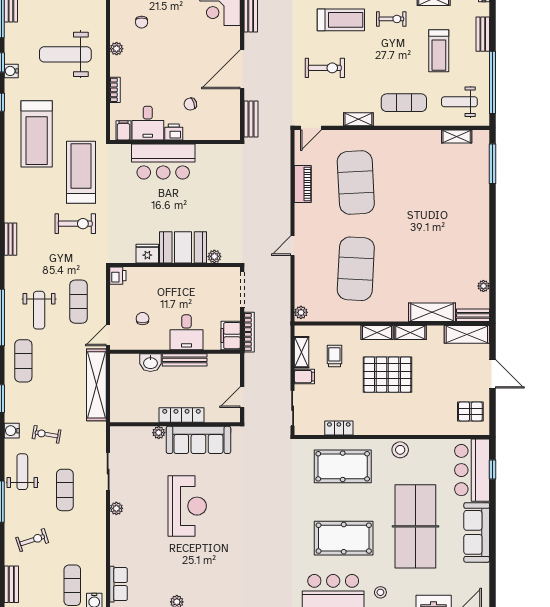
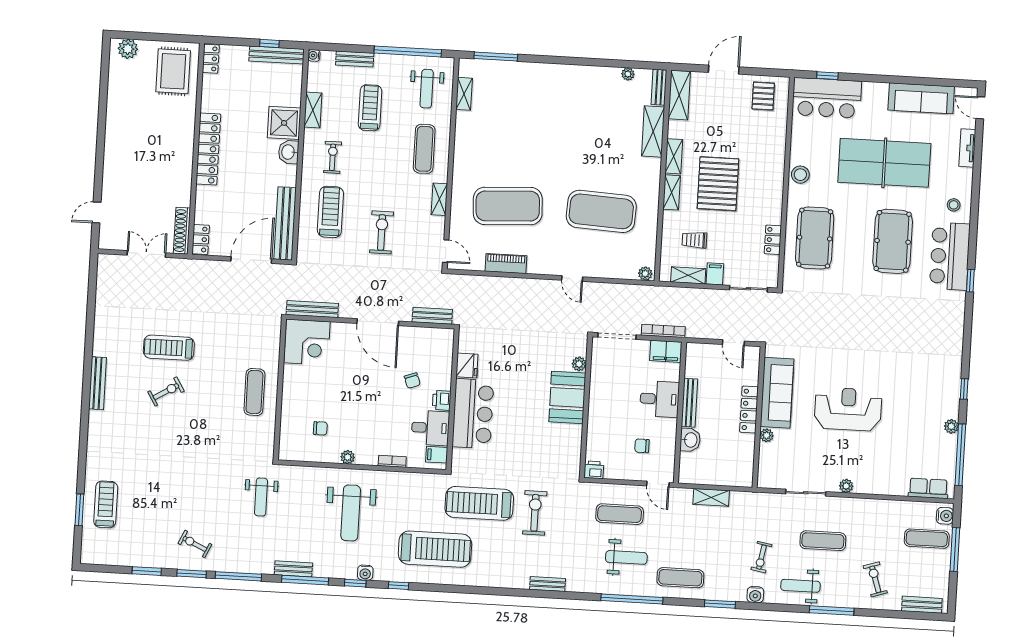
treadmill: (439, 51) -> (370, 108), turned -90
fridge: (147, 254) -> (467, 365), moved, turned 180
shelving: (96, 385) -> (711, 497), width x0.45, depth x0.75
sofa: (477, 532) -> (921, 98), moved

